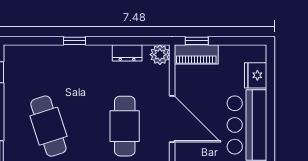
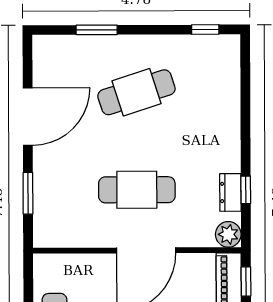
window: (75, 41) -> (246, 190), moved

